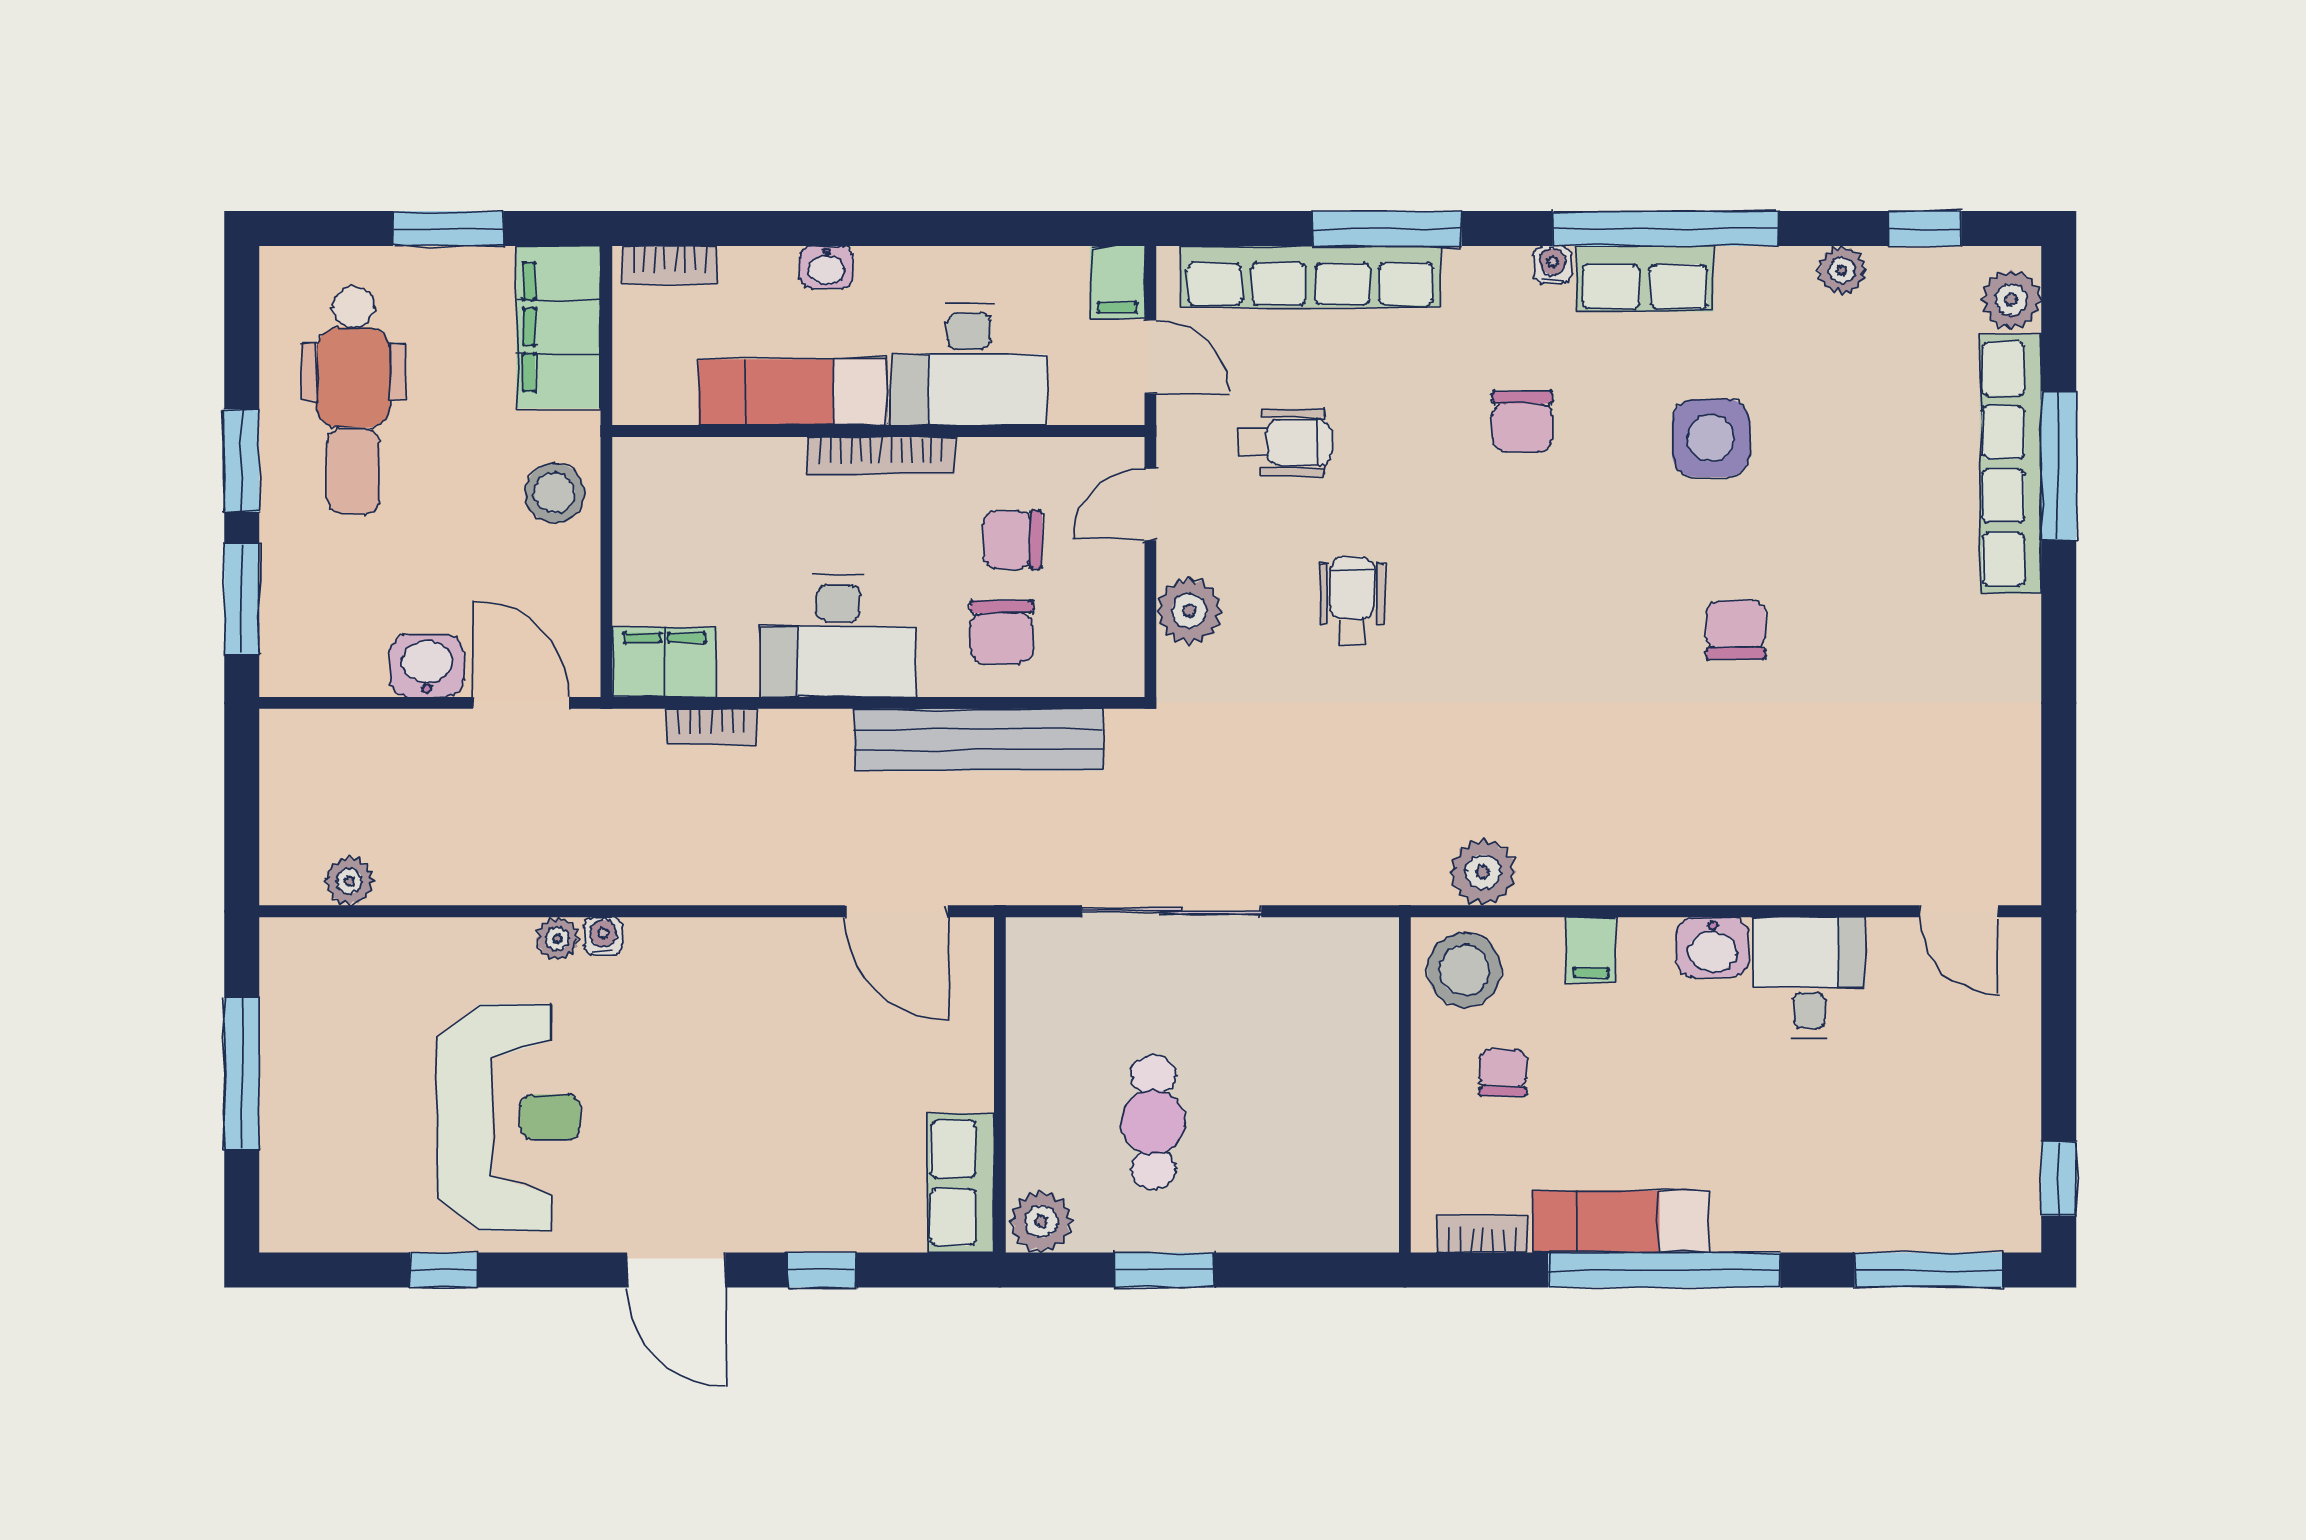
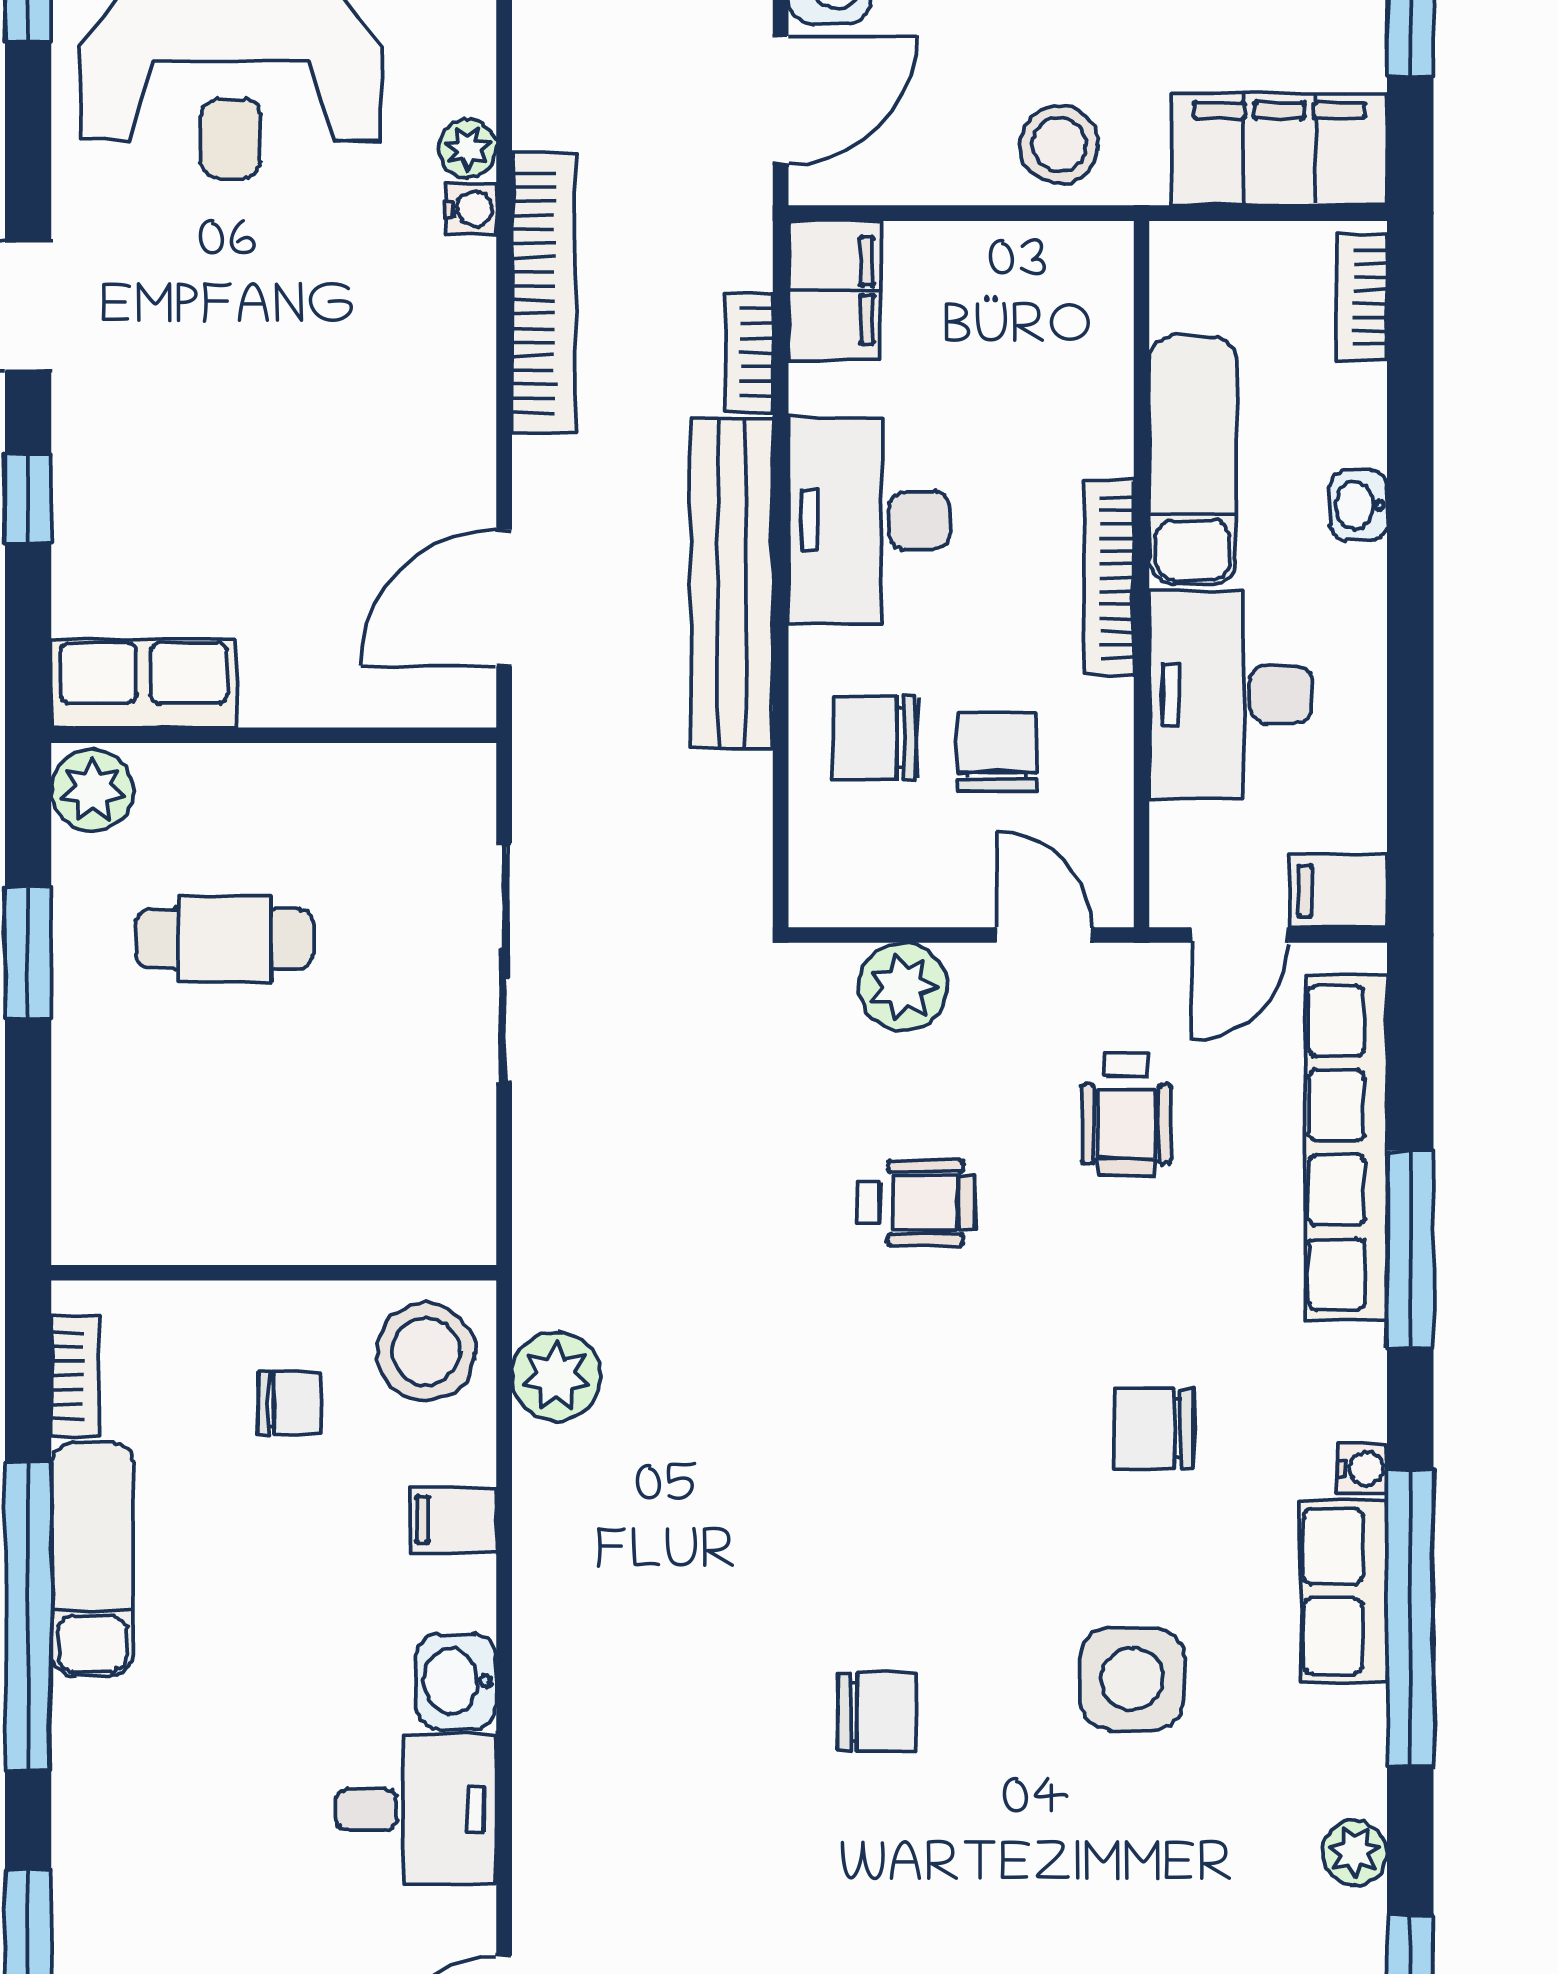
bench: (979, 740) -> (732, 584), moved
bookcase: (666, 882) -> (544, 293), added

